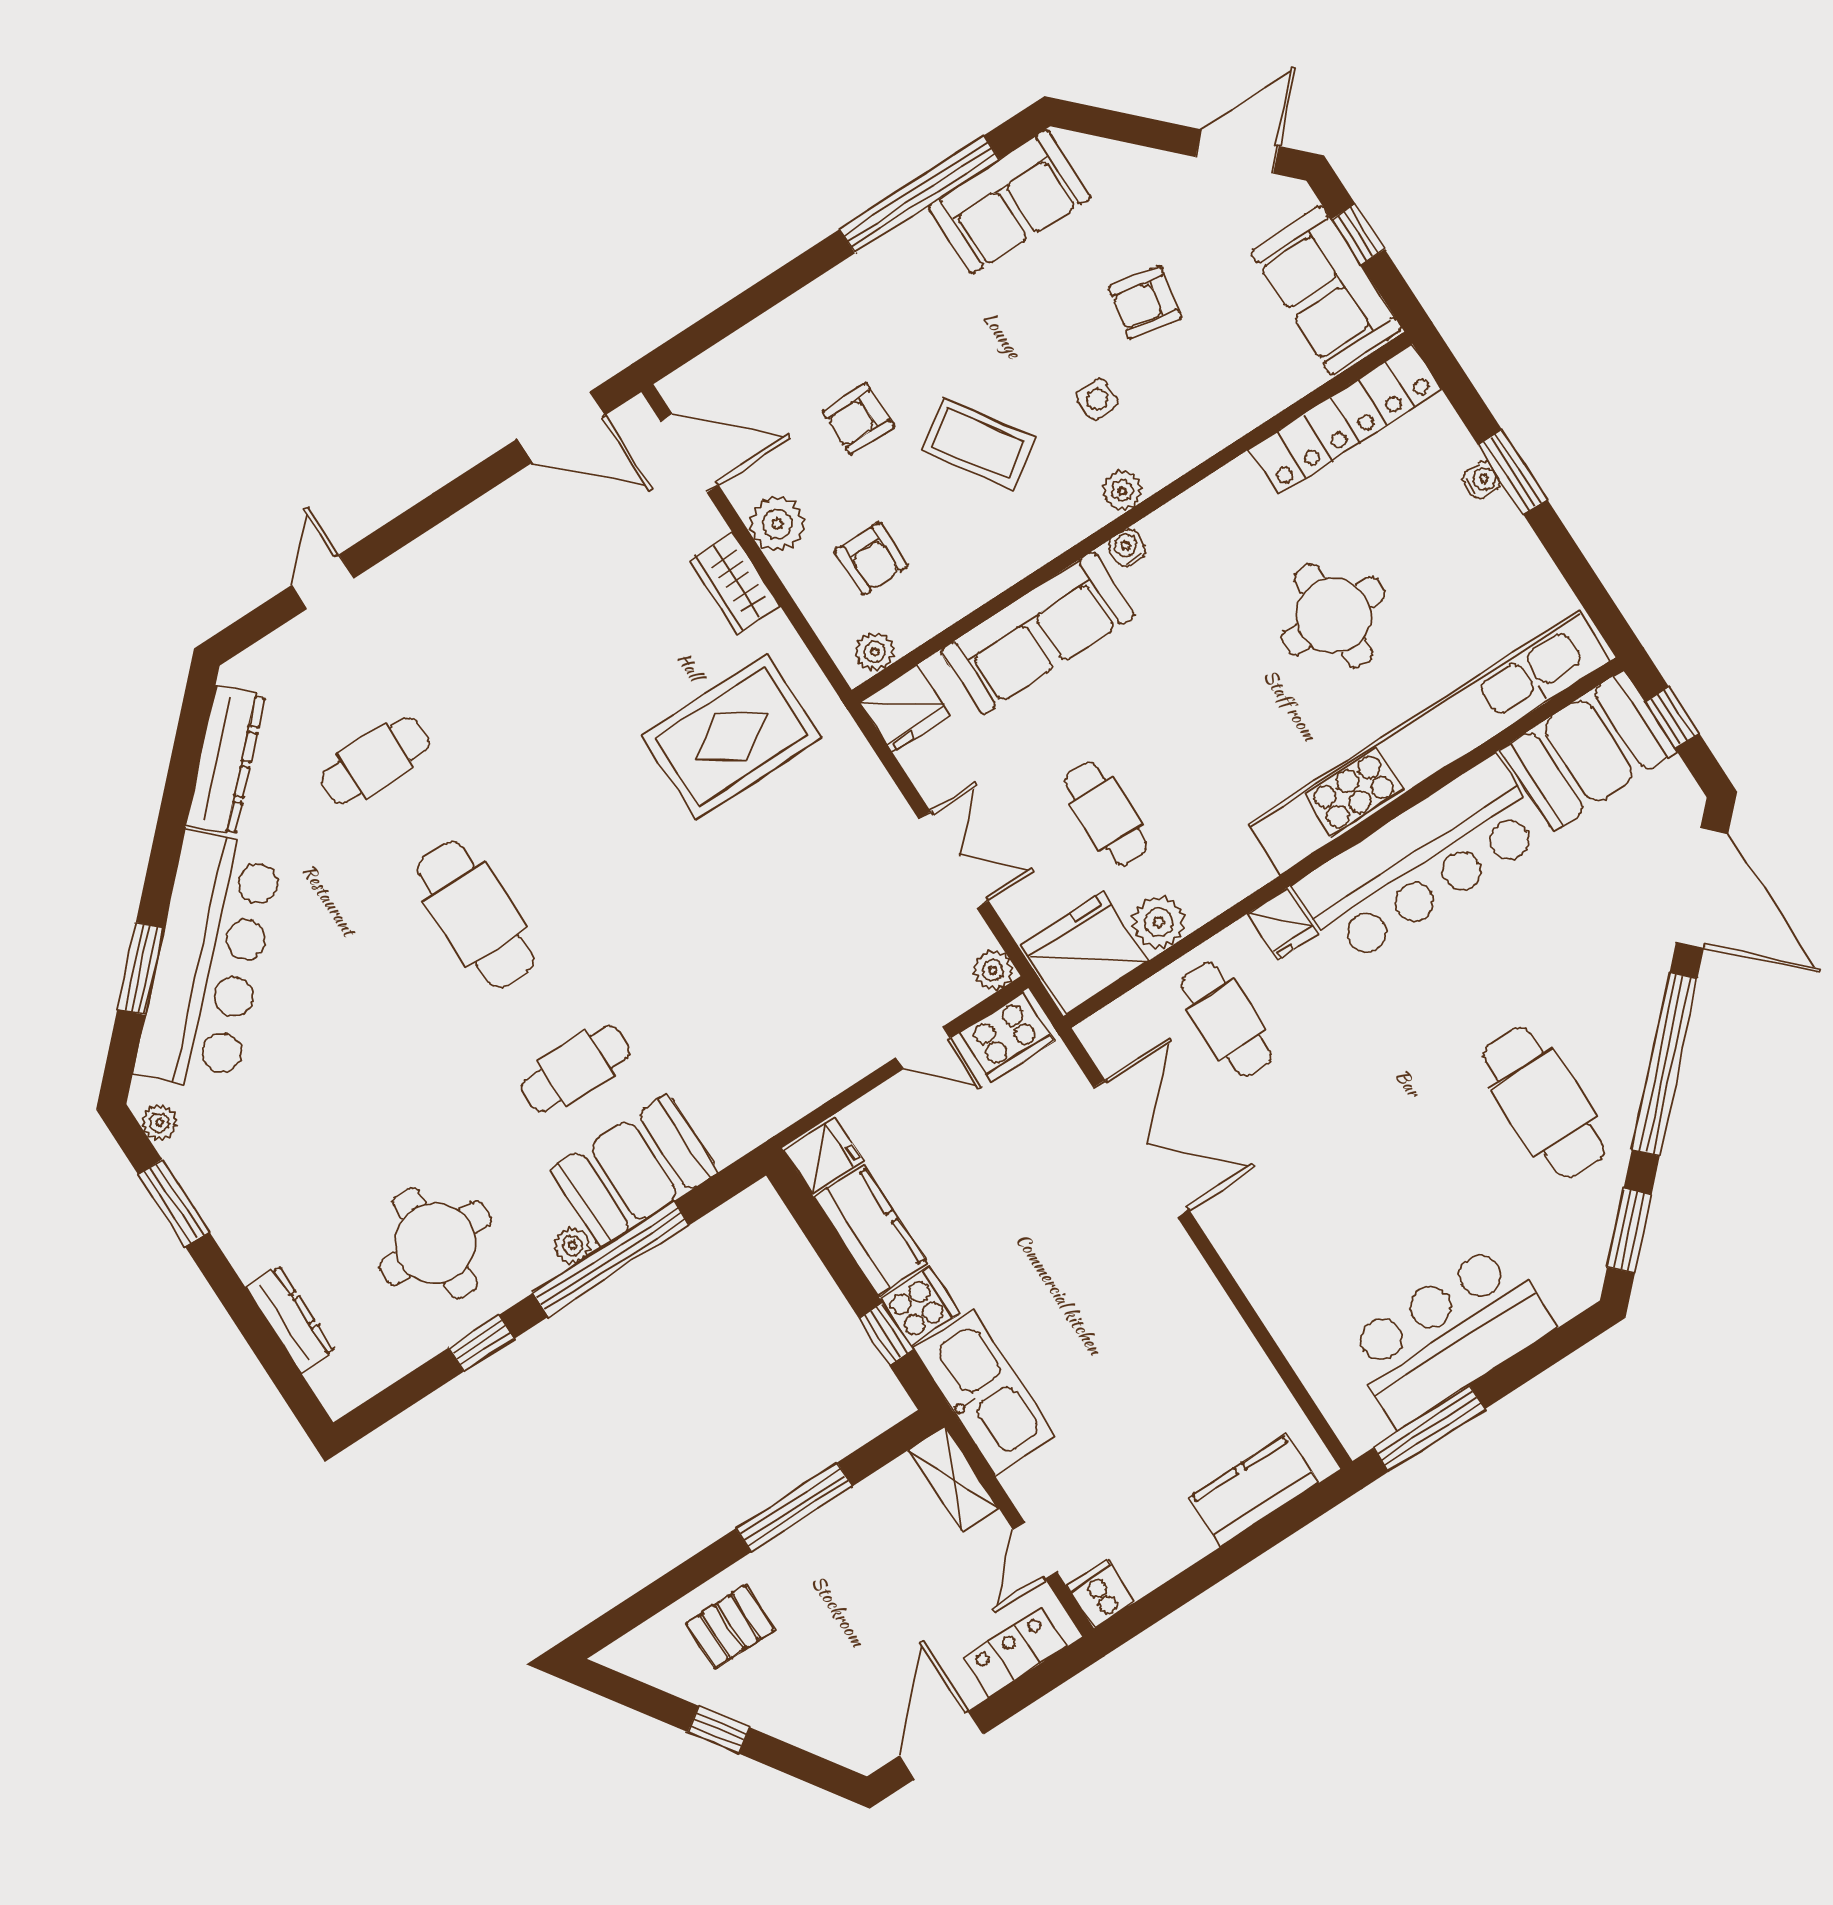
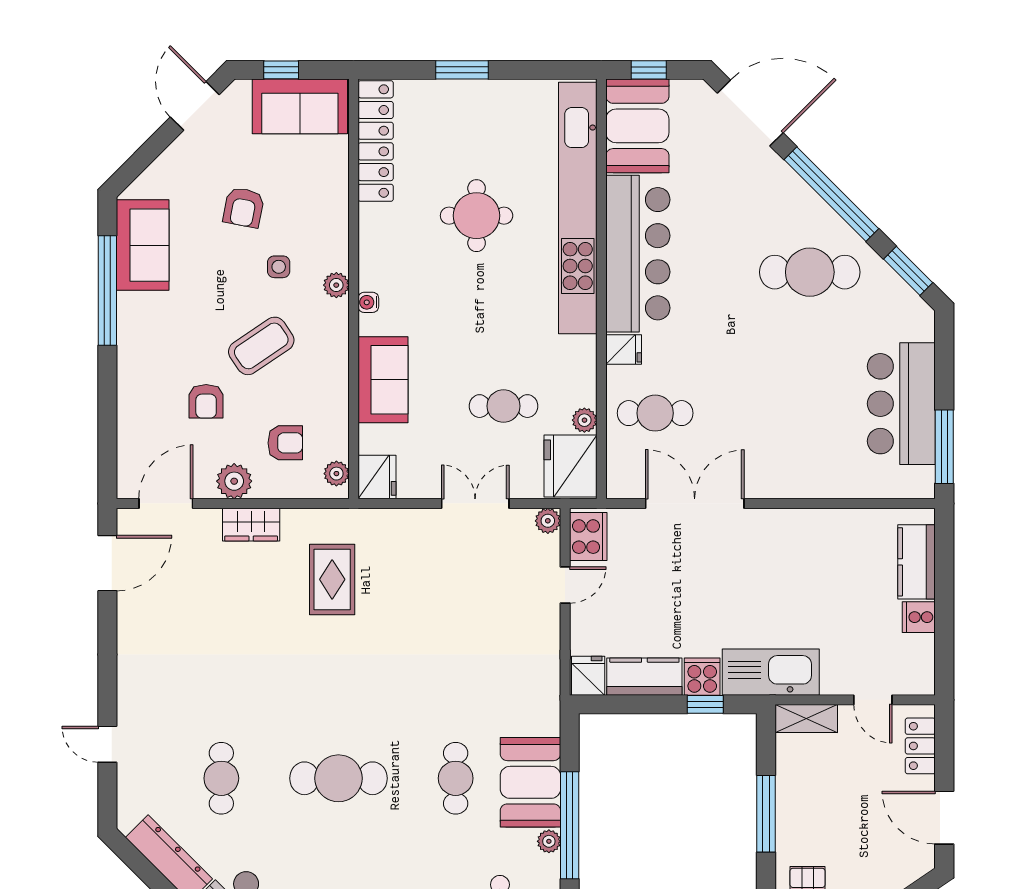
water cooler: (1482, 480) -> (455, 89), removed
sofa: (1038, 633) -> (383, 380), width x0.73
rug: (732, 737) -> (332, 579), width x0.73, depth x0.70
plant: (1159, 922) -> (584, 420), width x0.73, depth x0.73
cooker: (1101, 1594) -> (919, 617), moved

